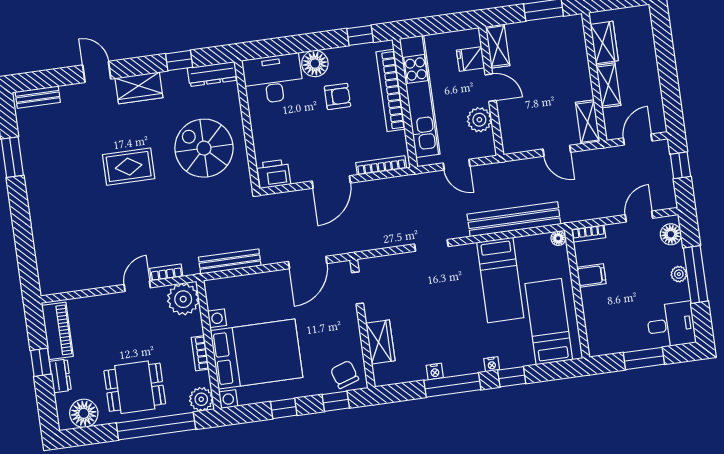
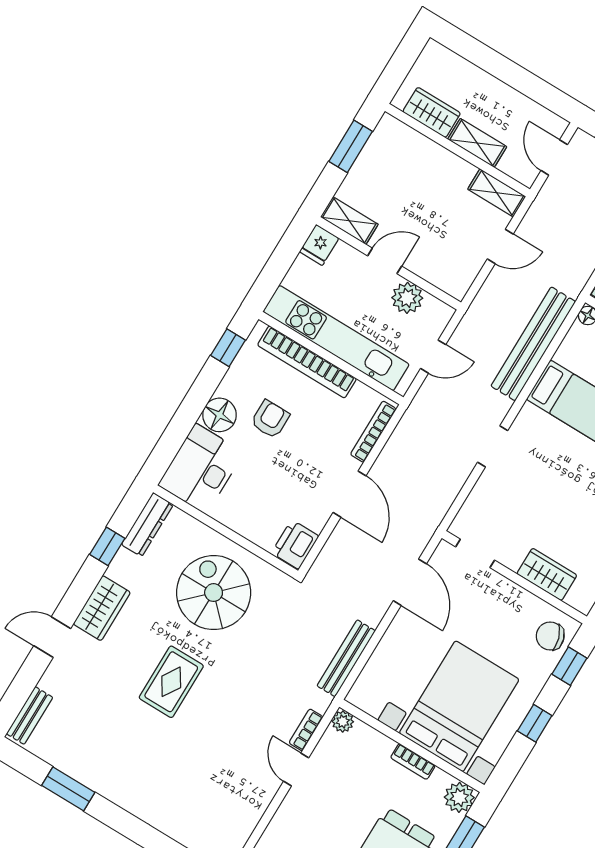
fridge: (471, 59) -> (319, 245), moved
spiral stairs: (204, 148) -> (214, 593), turned 90
plant: (183, 299) -> (343, 722), width x0.53, depth x0.53

